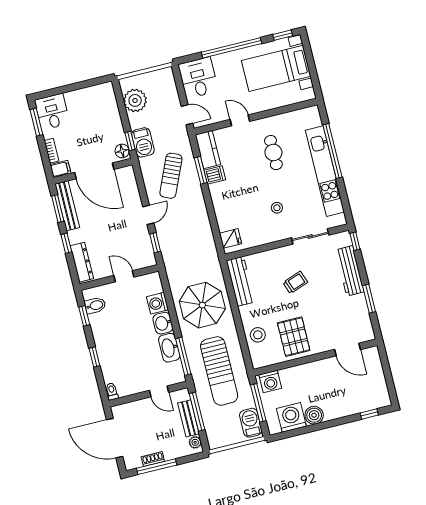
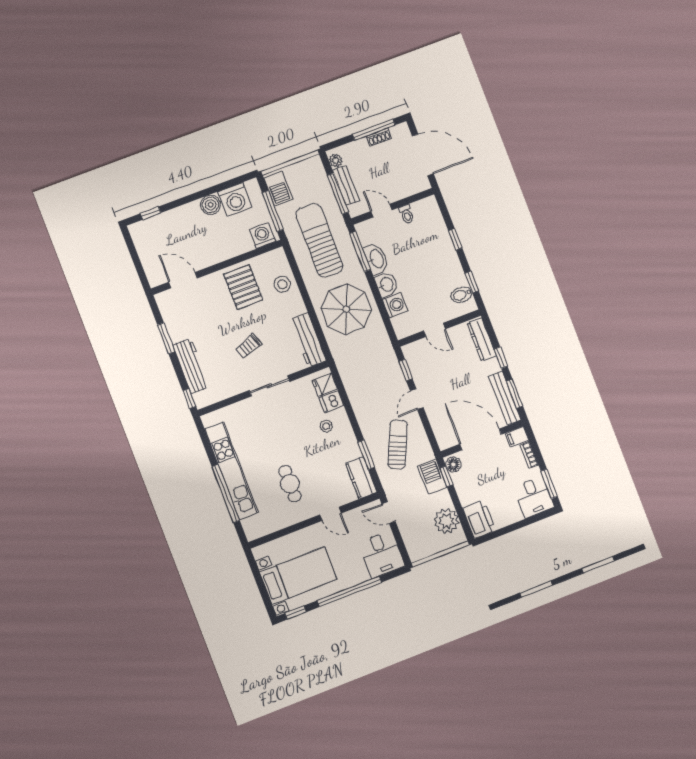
printer: (105, 98) -> (479, 519), added
dishwasher: (215, 175) -> (331, 402), moved
stool: (277, 208) -> (326, 426), moved
sliding door: (310, 236) -> (269, 386), moved
toilet: (112, 391) -> (407, 214), moved

